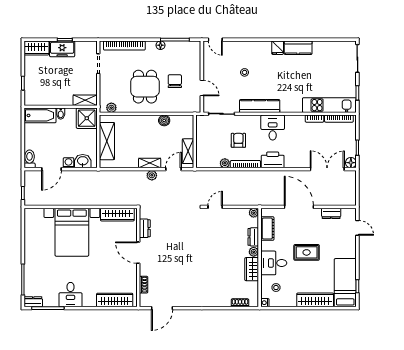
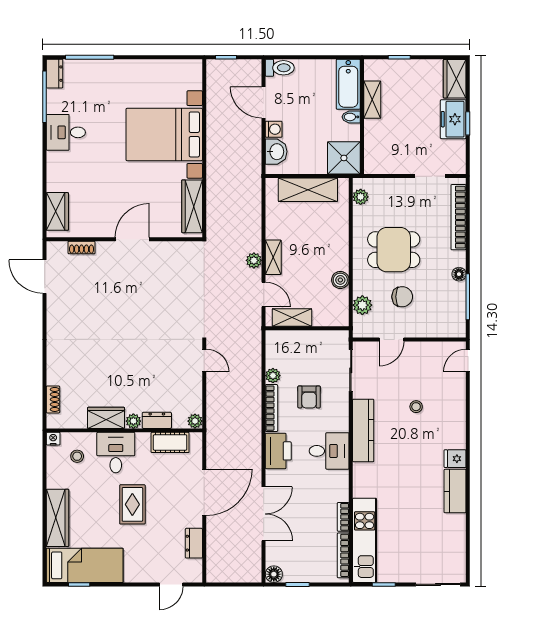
shelving: (85, 100) -> (372, 100), moved
plant: (180, 106) -> (362, 305), added
armchair: (238, 140) -> (309, 397), turned 90
double door: (327, 169) -> (264, 514), moved
dresser: (145, 228) -> (170, 249), removed
wardrobe: (115, 300) -> (57, 211), width x0.67

